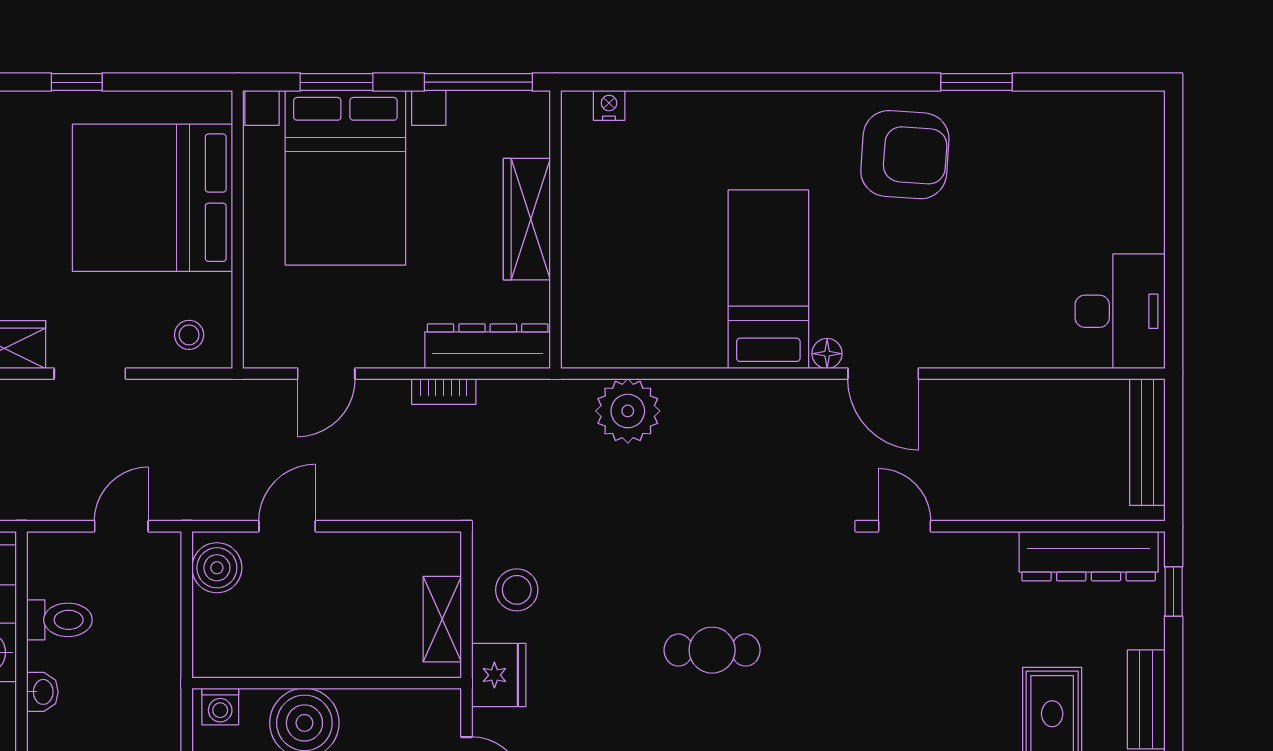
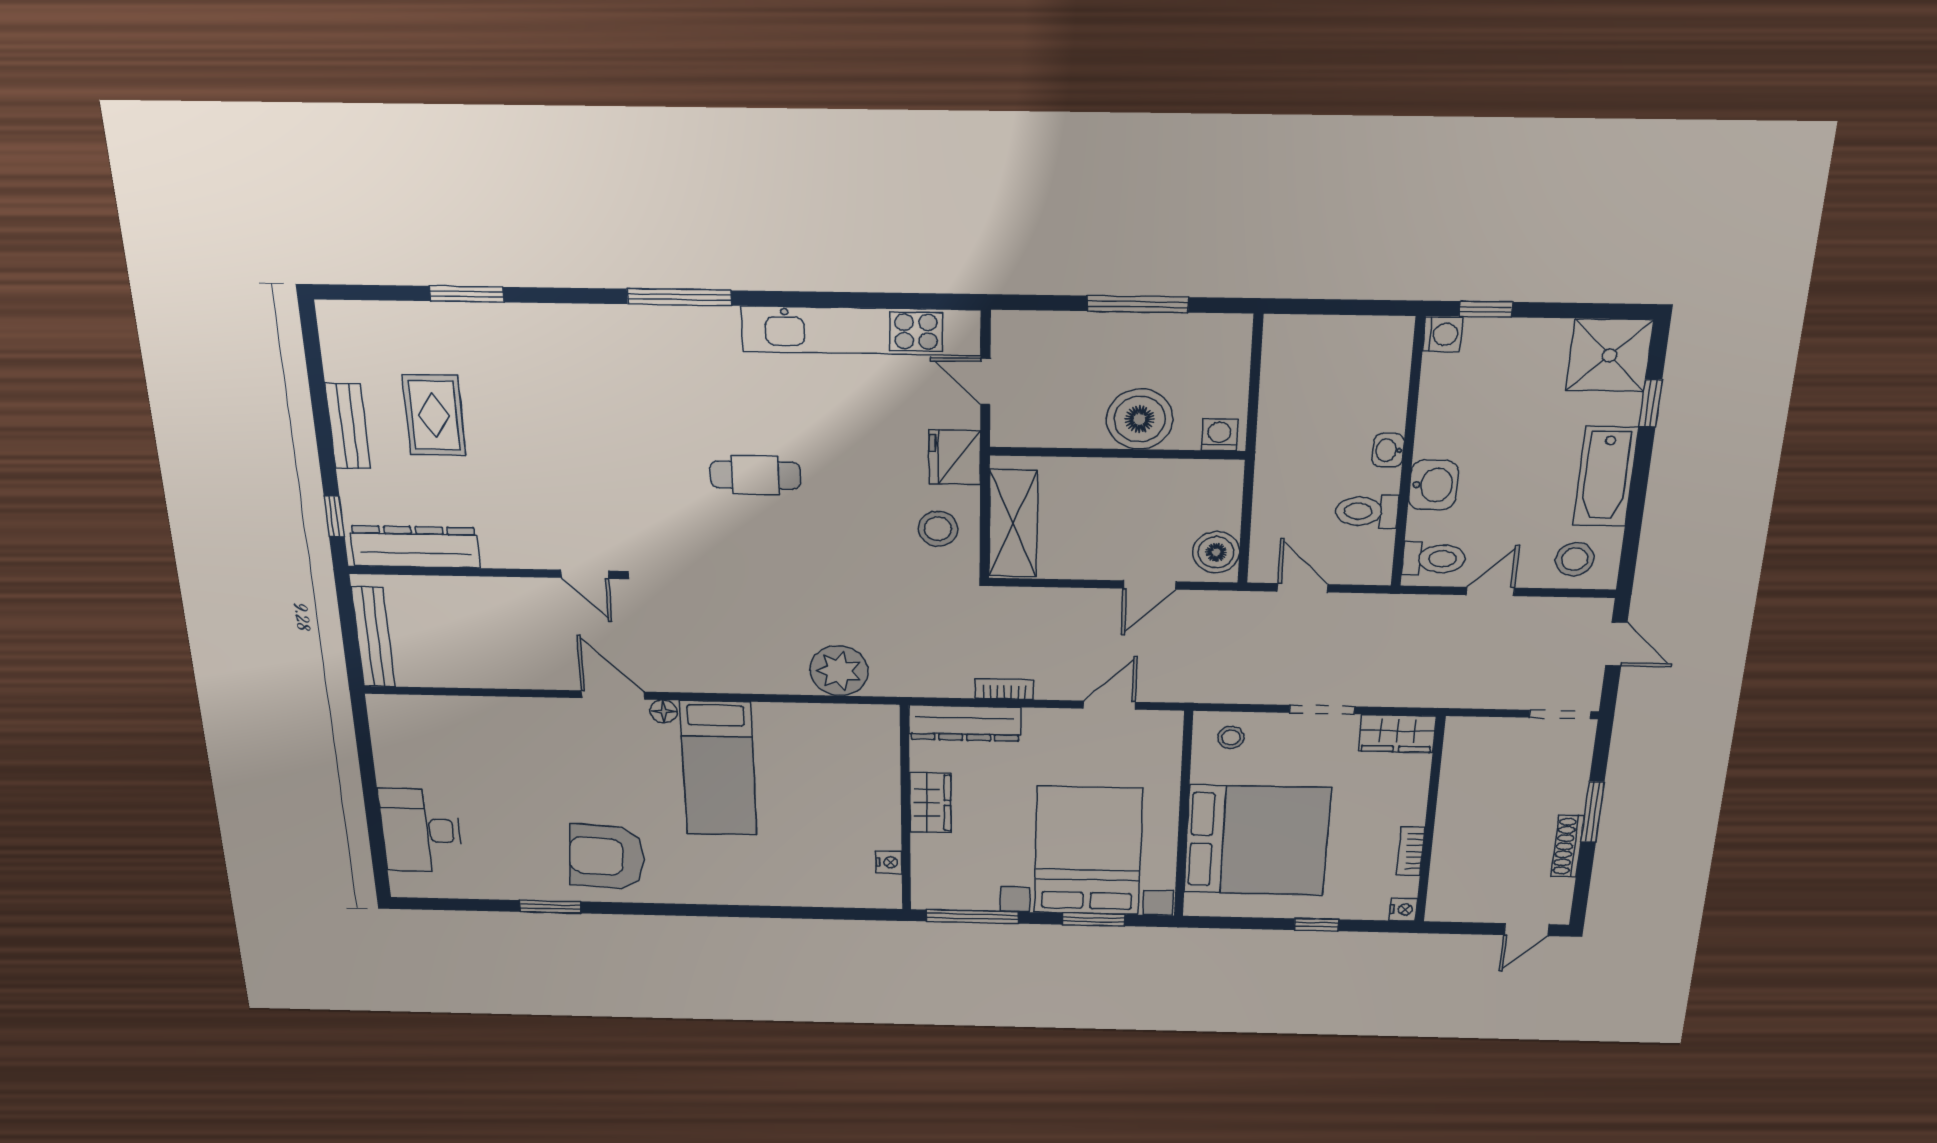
nightstand: (609, 105) -> (889, 862), moved, turned -90
wardrobe: (527, 219) -> (930, 803), width x0.67
desk: (1120, 311) -> (421, 830), moved
door: (121, 526) -> (1303, 588), swing flipped
shelving: (442, 619) -> (1013, 524), width x1.50, depth x1.33

